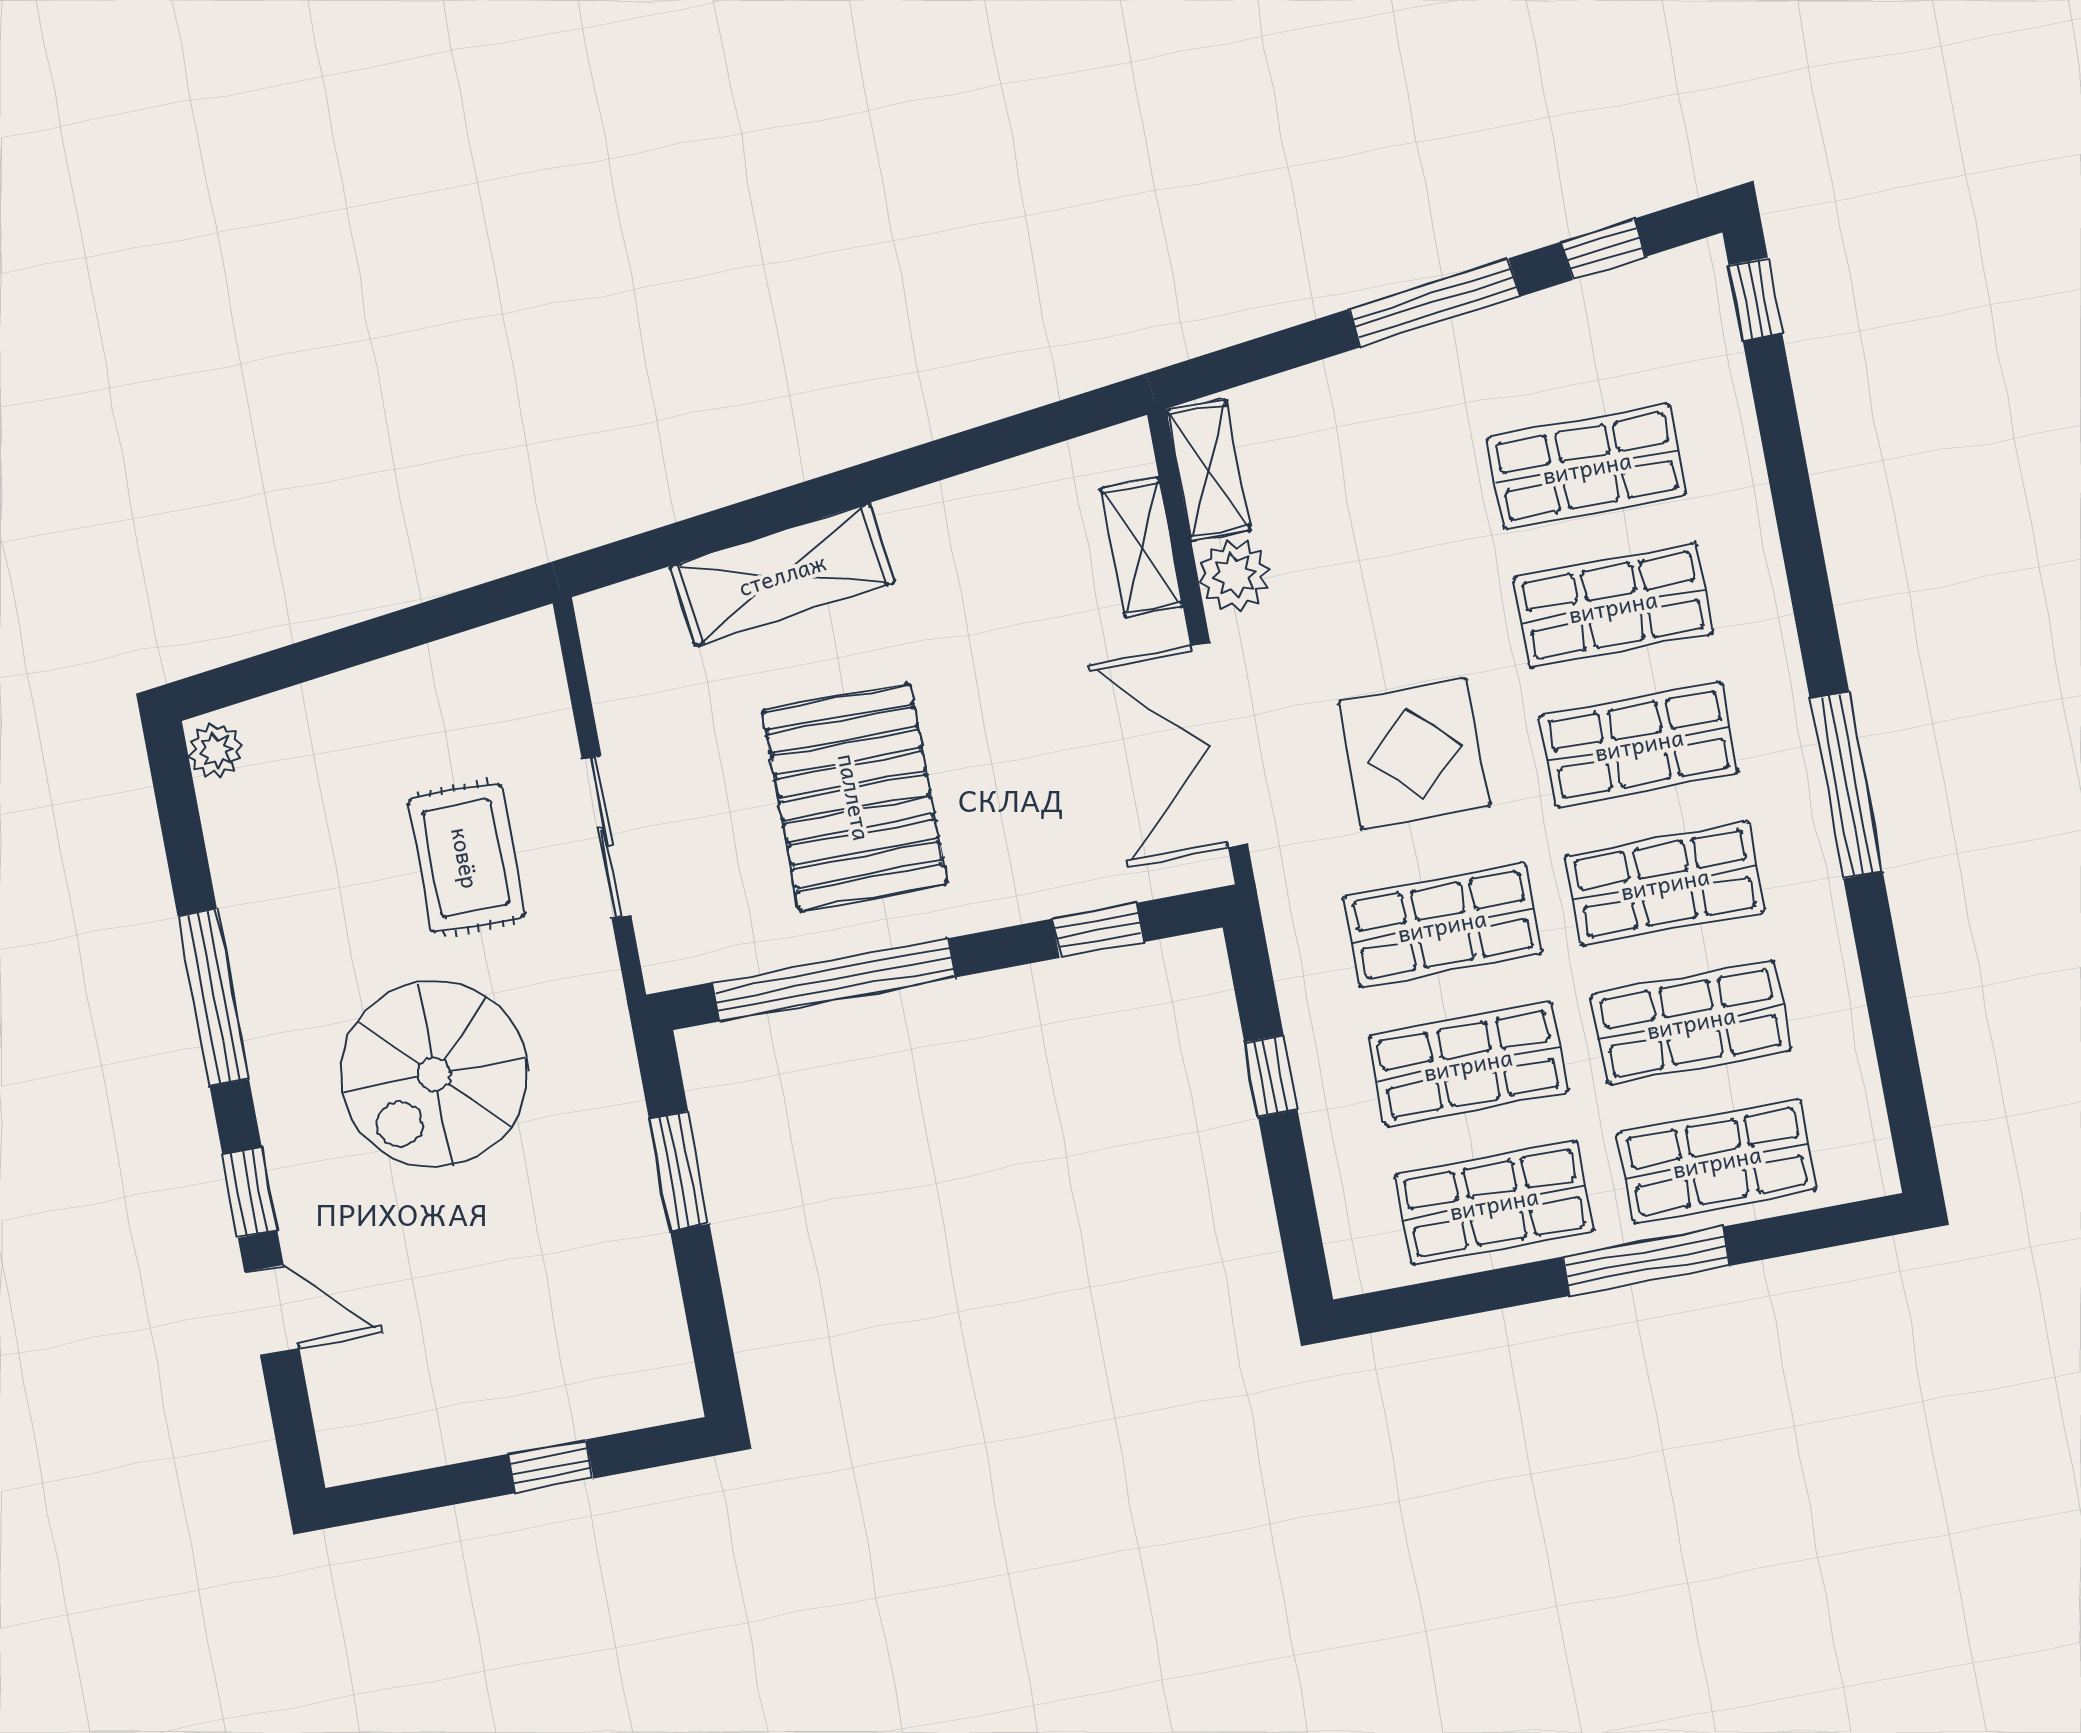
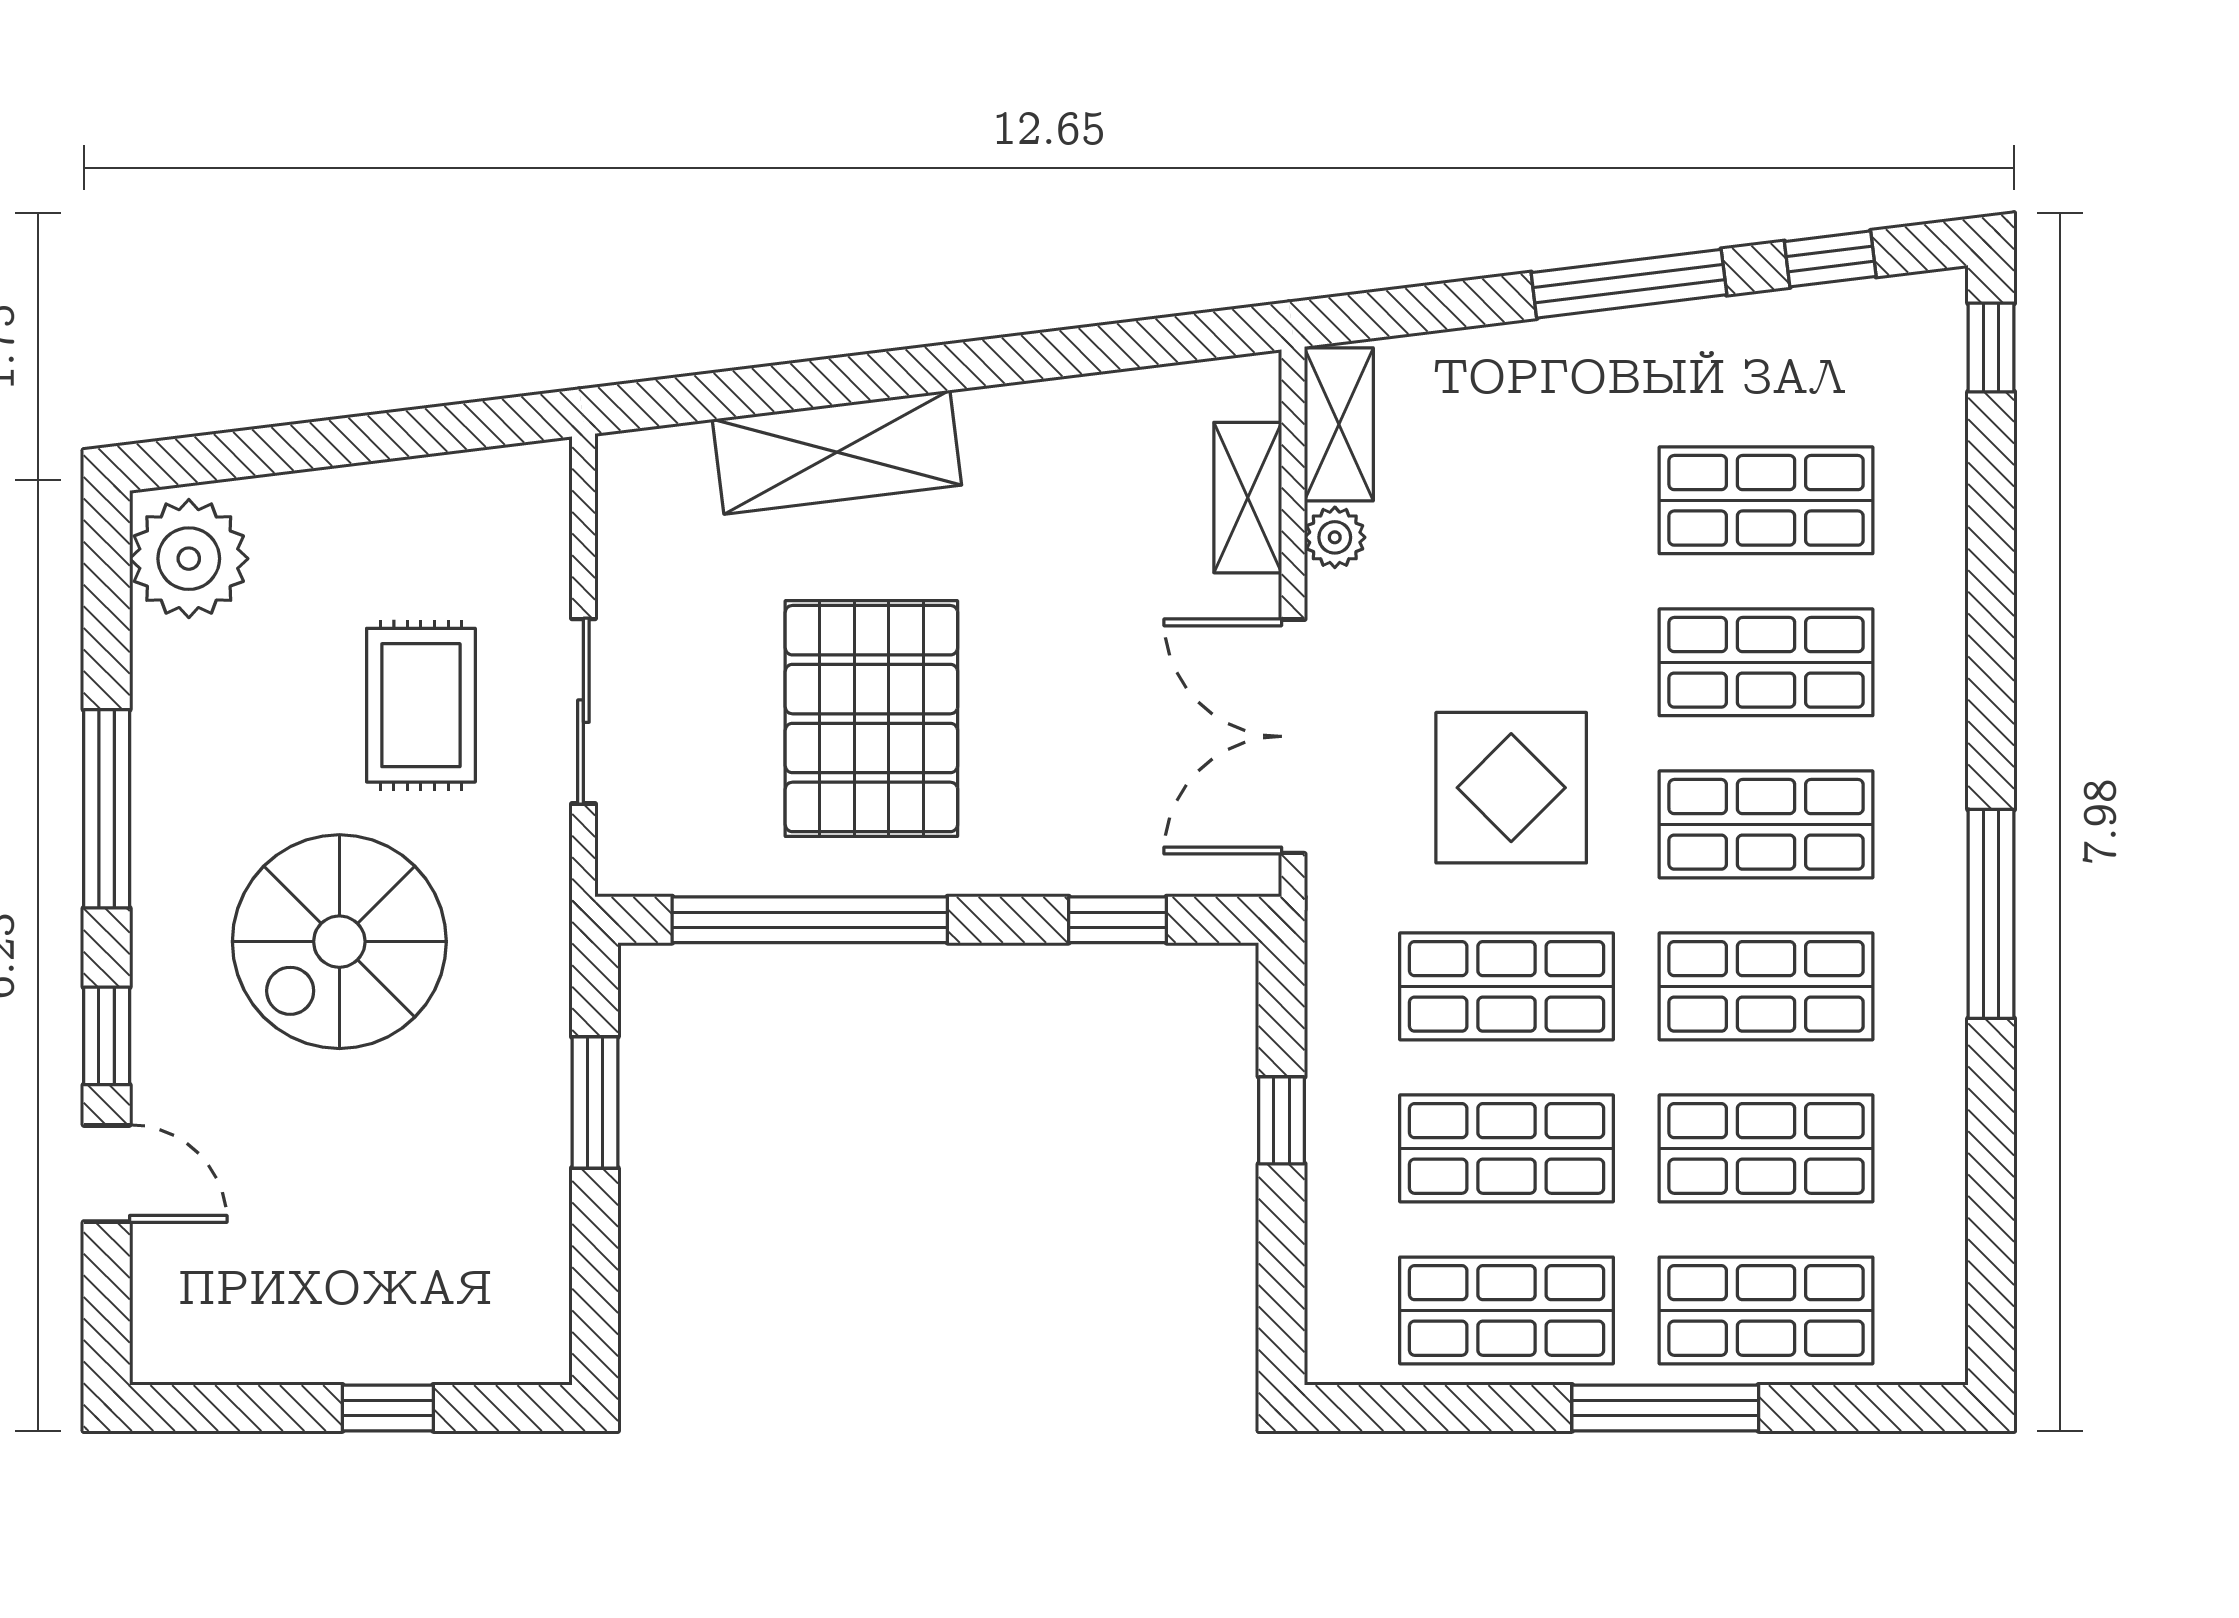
plant: (1235, 575) -> (1335, 537), width x0.73, depth x0.73
plant: (215, 750) -> (189, 559), width x1.88, depth x1.88

